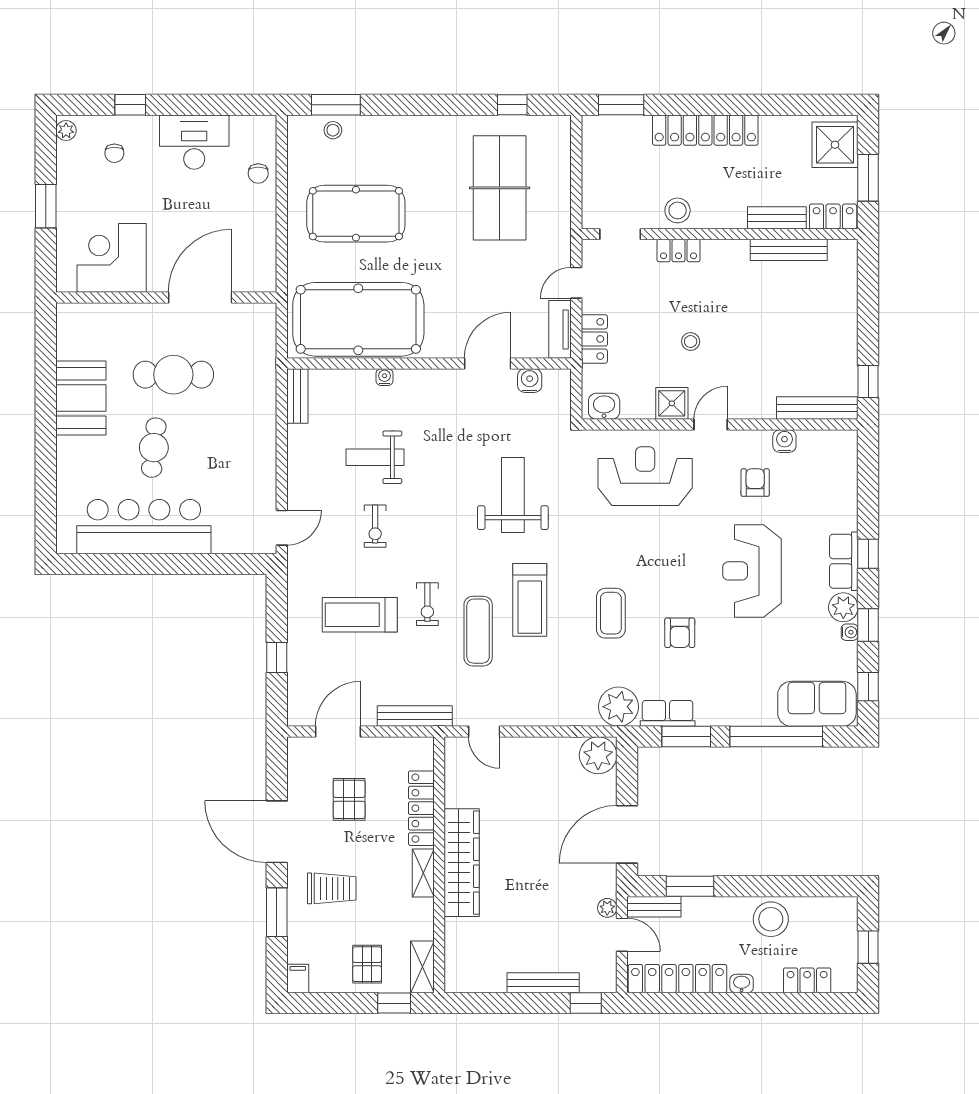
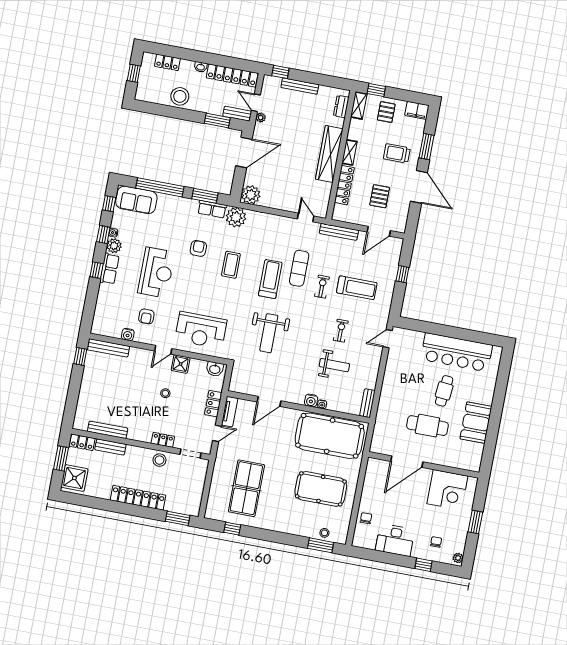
water cooler: (530, 381) -> (311, 400), moved
dresser: (456, 958) -> (341, 106), added
filing cabinet: (298, 978) -> (417, 110), width x2.00

